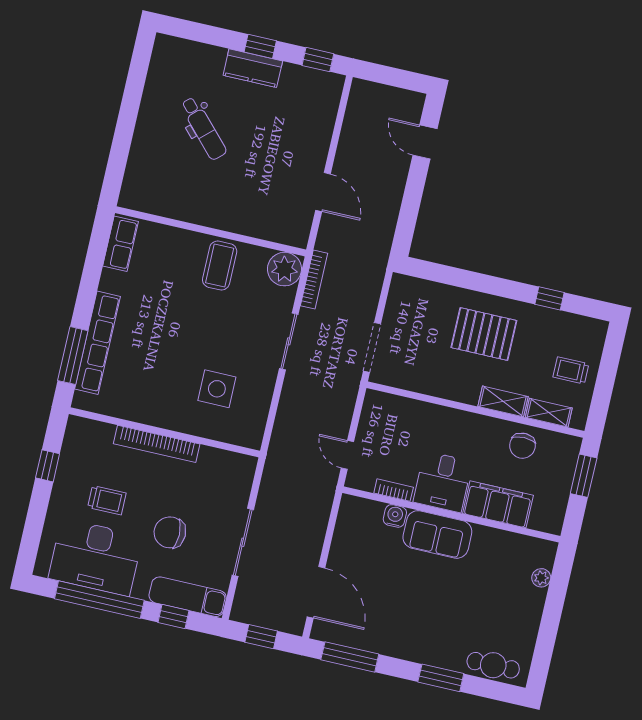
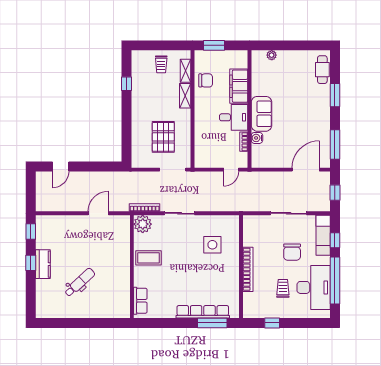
row of seats: (121, 244) -> (140, 301), moved, turned 90
pallet: (484, 334) -> (163, 137), moved

